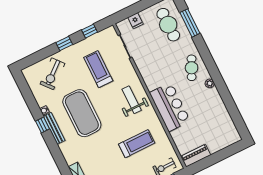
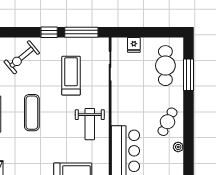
window: (89, 31) -> (81, 32), width x2.17
weight bench: (132, 100) -> (90, 124), turned 180
exercise mat: (82, 113) -> (32, 113), width x0.50, depth x0.69

